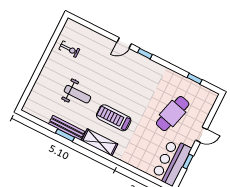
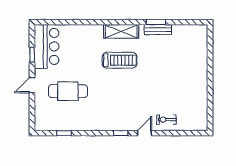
exercise bike: (69, 49) -> (166, 120), moved
weight bench: (77, 94) -> (163, 65), removed
cafe table: (173, 114) -> (68, 91), turned 75
bench: (67, 128) -> (158, 30), width x0.73

